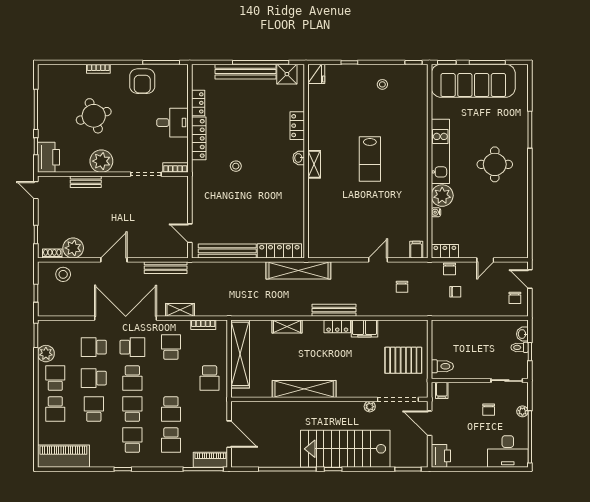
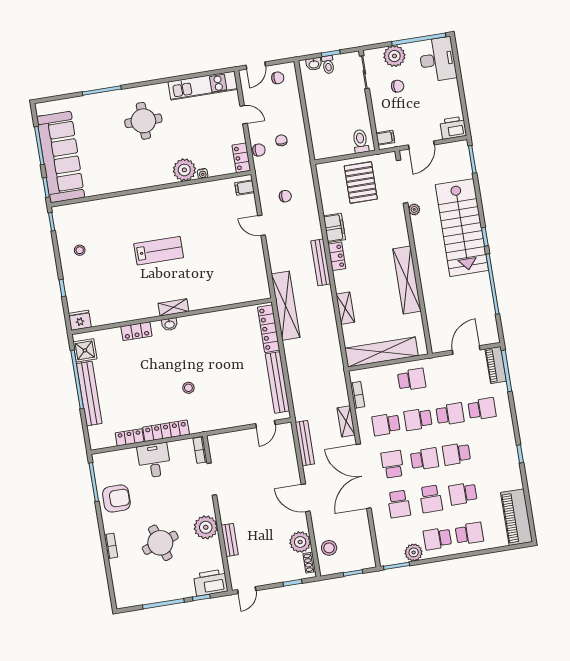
kitchen unit: (440, 151) -> (203, 86), moved, turned 180
plant: (522, 411) -> (394, 56), width x1.88, depth x1.88
school desk: (132, 440) -> (418, 419), moved

